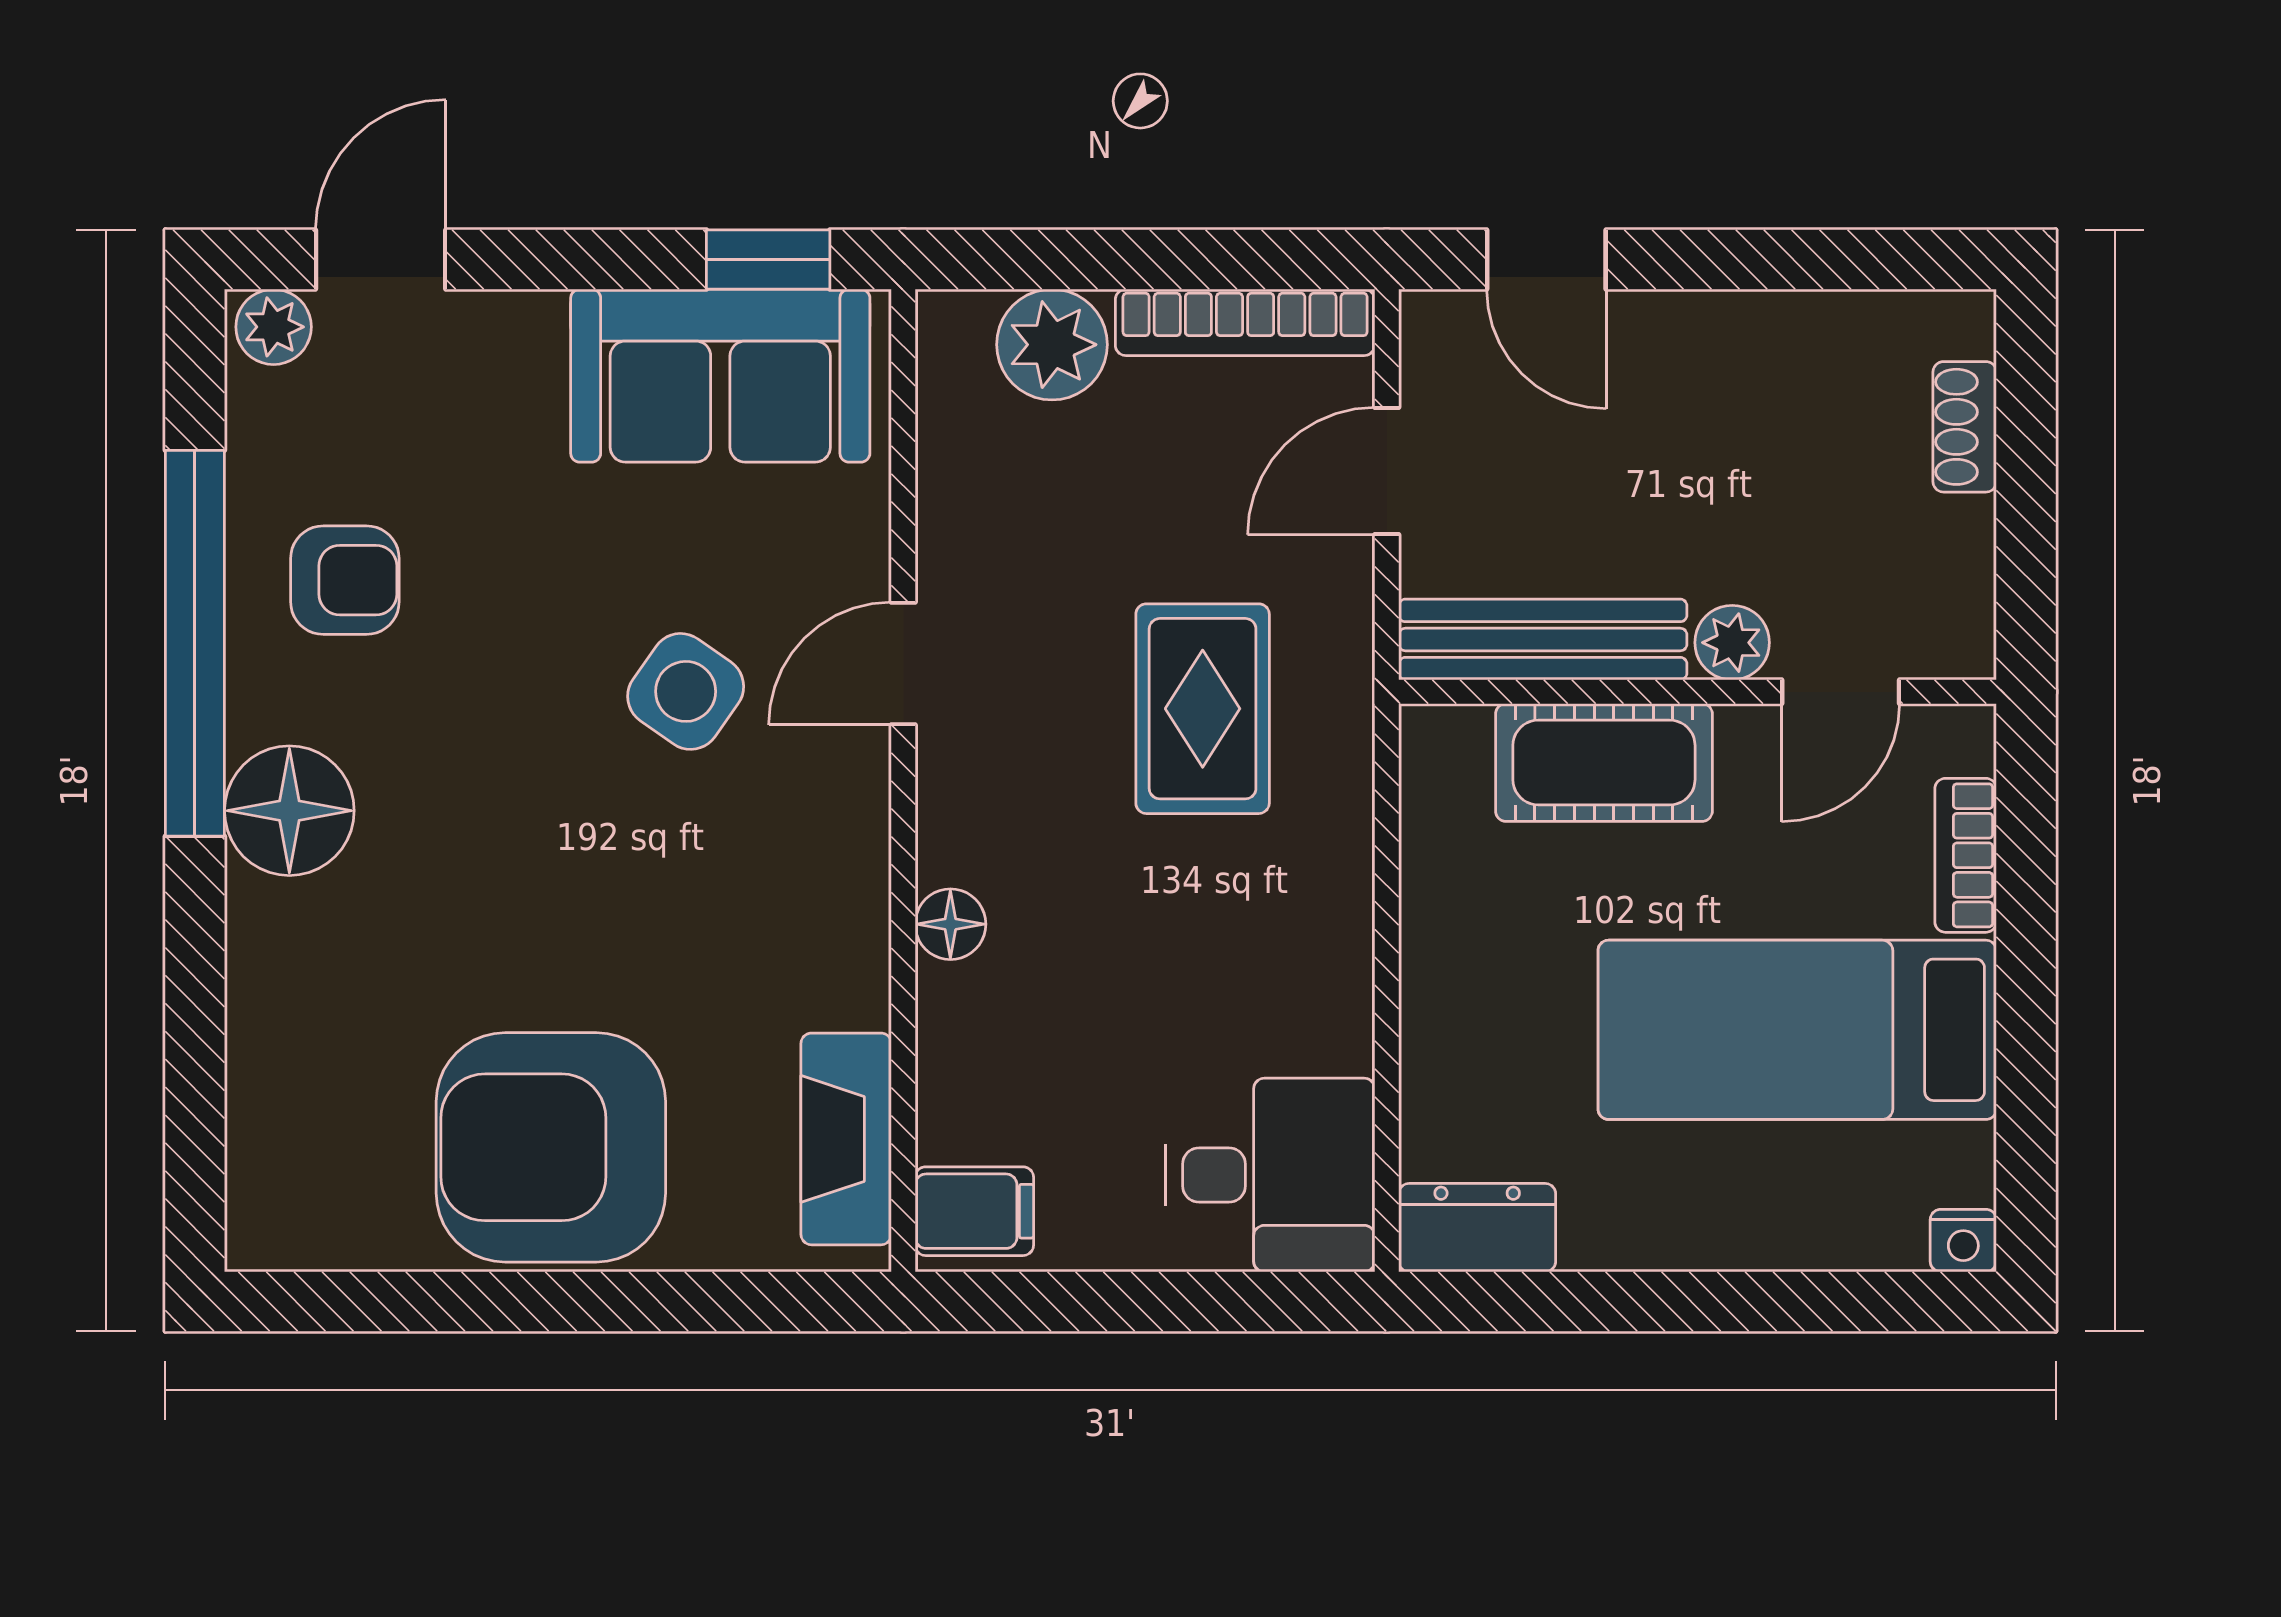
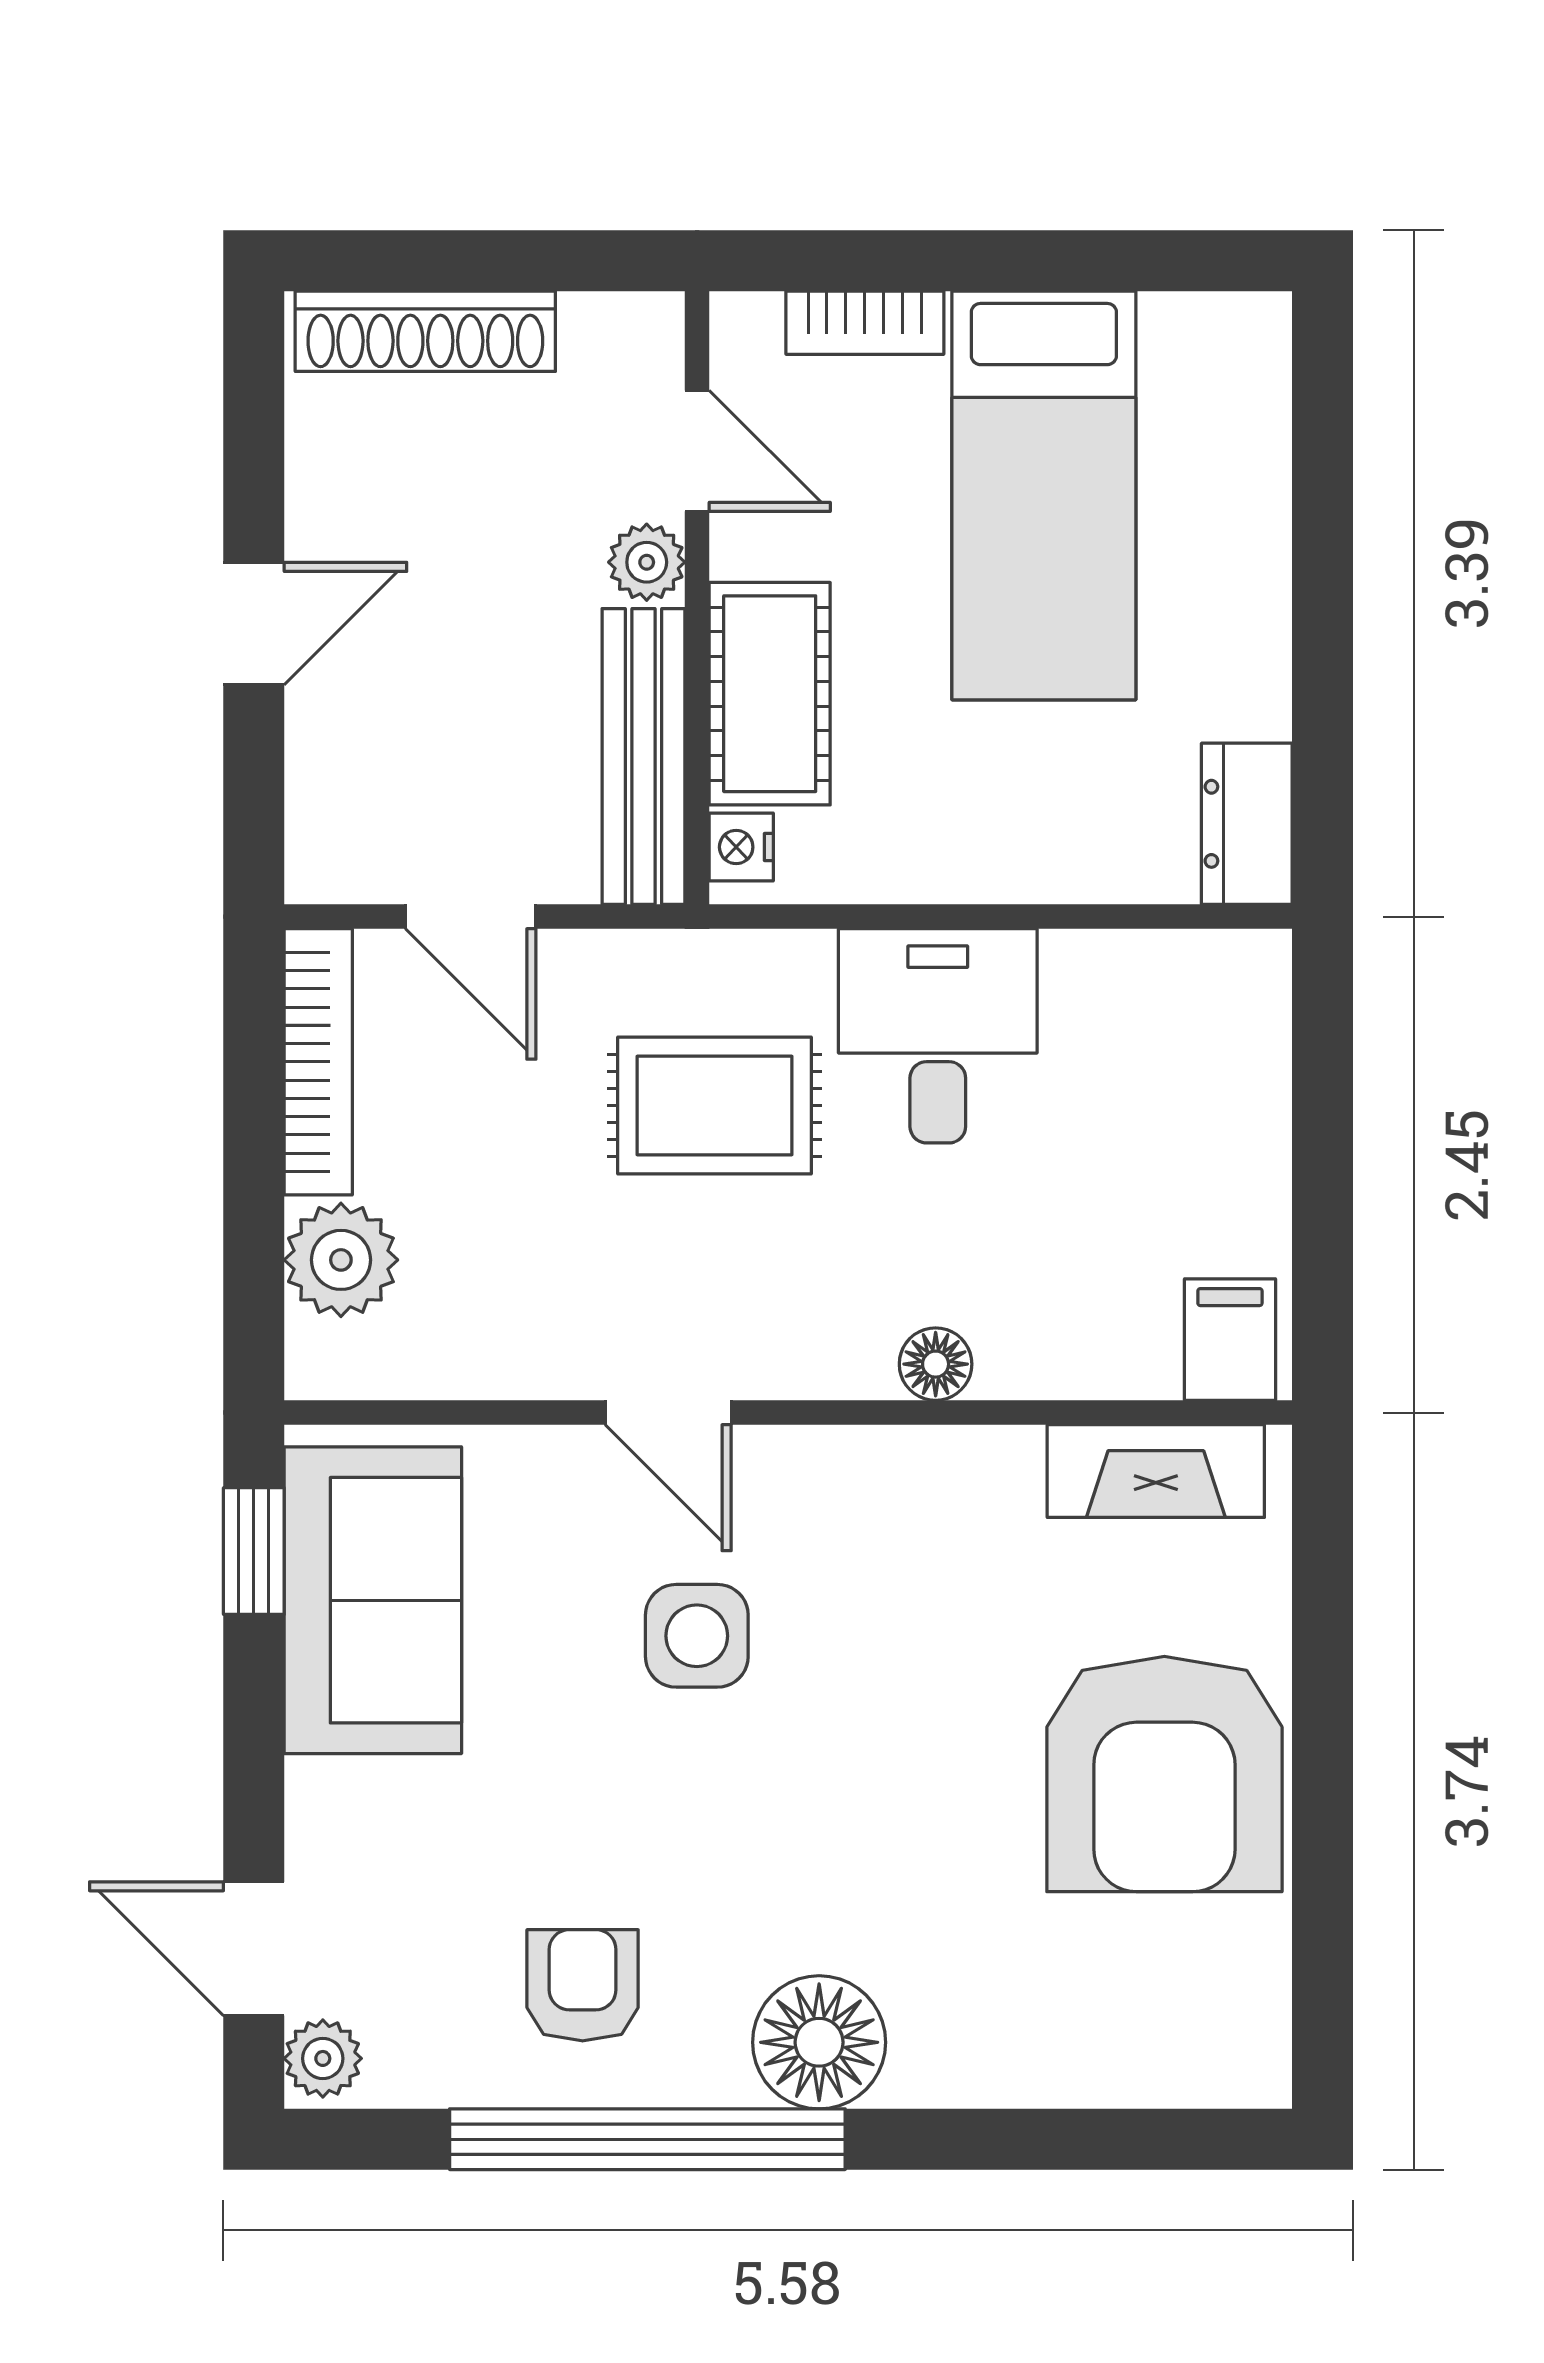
door: (1546, 260) -> (254, 624), moved
shoe rack: (1965, 427) -> (425, 331), width x1.94, depth x1.24
side table: (686, 691) -> (697, 1636), turned -35
desk: (1270, 1175) -> (938, 1036), moved
nightstand: (1963, 1241) -> (741, 847), moved, turned 180

